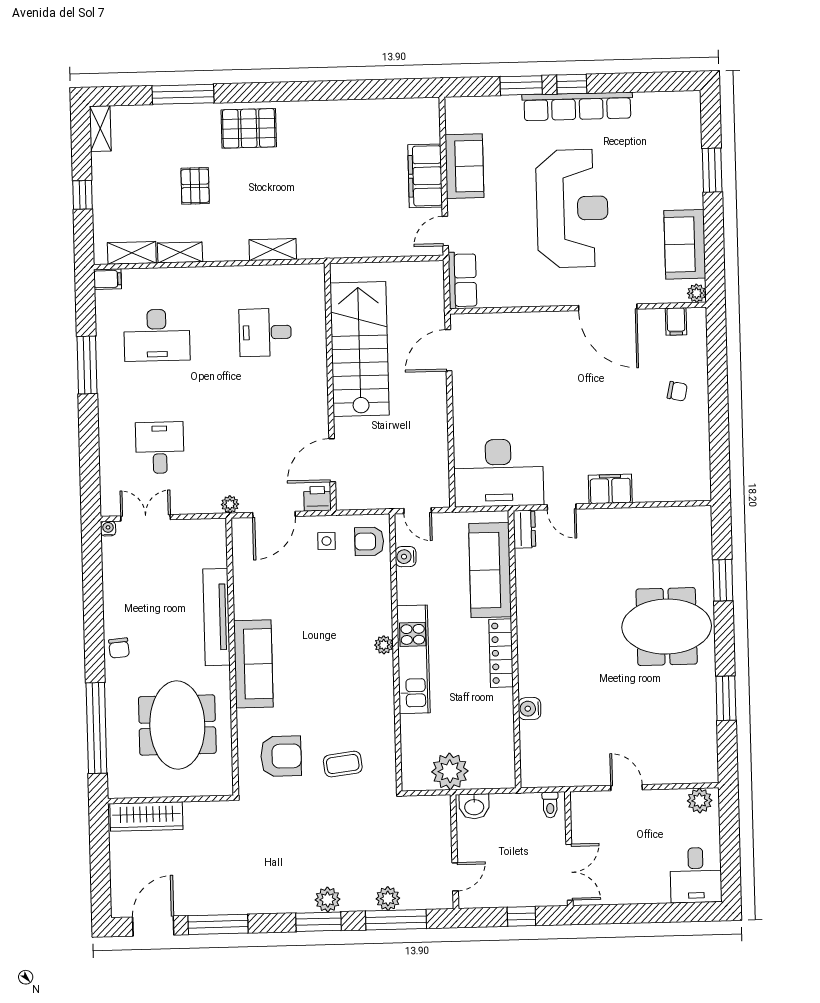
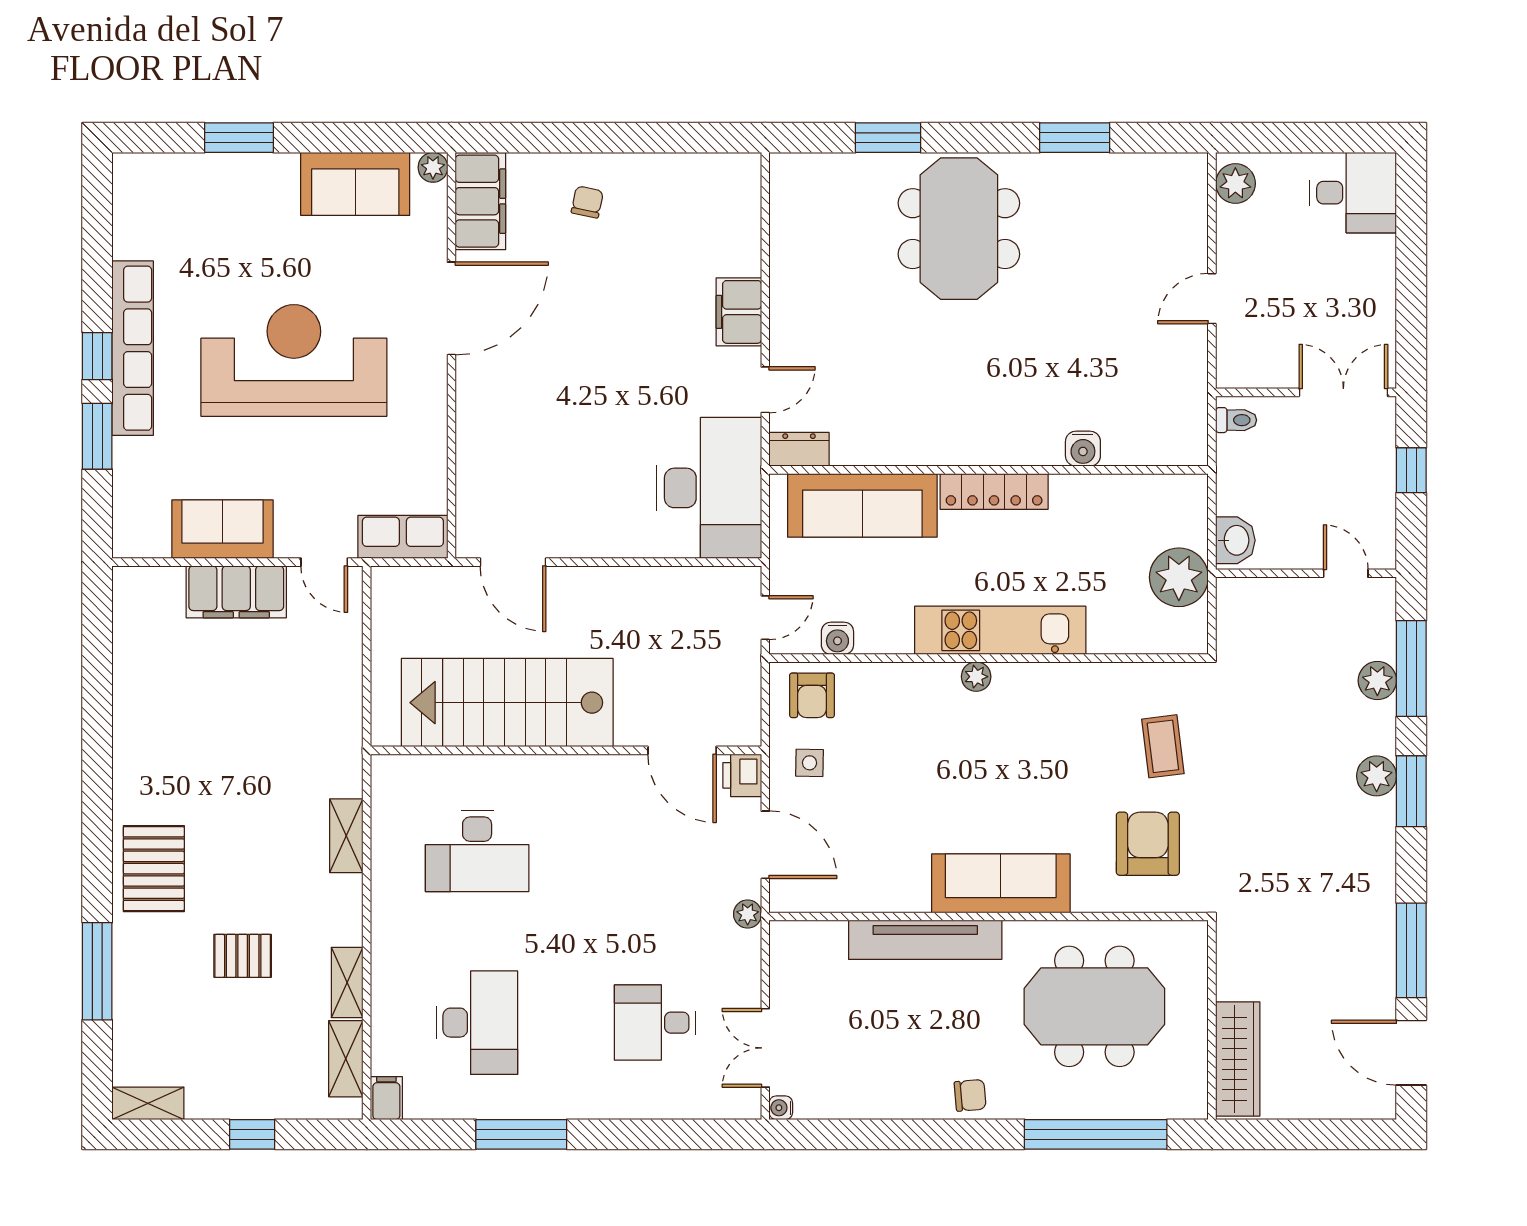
filing cabinet: (676, 321) -> (480, 201), width x3.00, depth x1.17
desk: (265, 332) -> (477, 851), width x1.37

